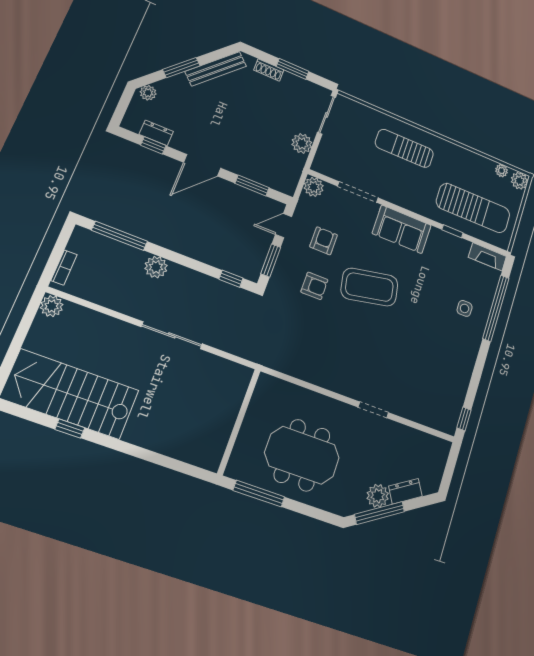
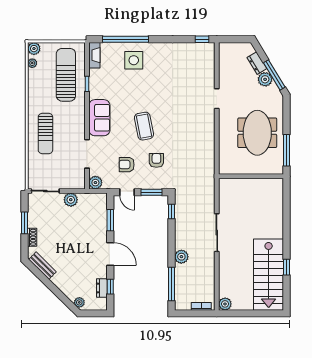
window: (181, 68) -> (55, 290), removed
bench: (216, 69) -> (42, 266), width x0.73
coffee table: (369, 287) -> (144, 126), width x0.73, depth x0.76
side table: (465, 308) -> (134, 60), width x1.87, depth x1.87

